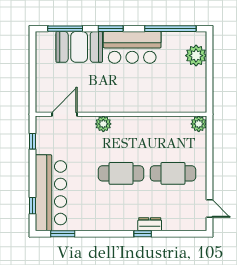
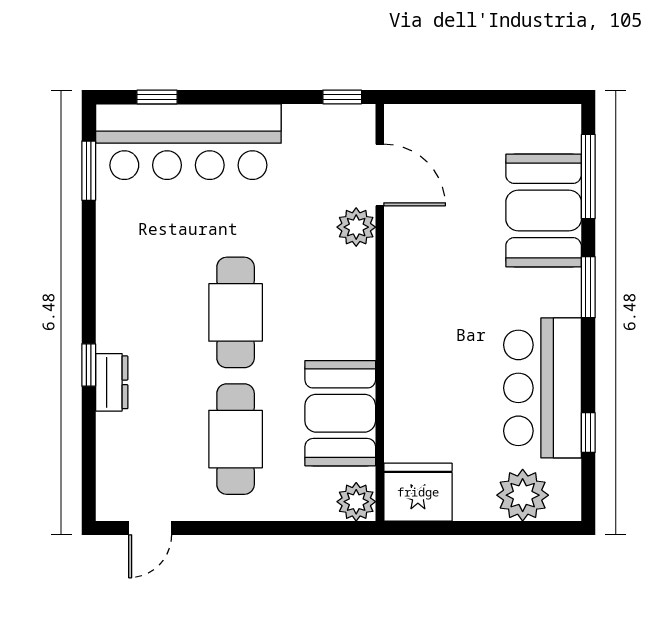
window: (170, 29) -> (588, 433), width x0.32
bar counter: (132, 47) -> (542, 388), moved
fridge: (195, 99) -> (418, 492), added
plant: (103, 124) -> (356, 227), moved
booth: (162, 130) -> (340, 413), added
window: (33, 141) -> (342, 97), moved

